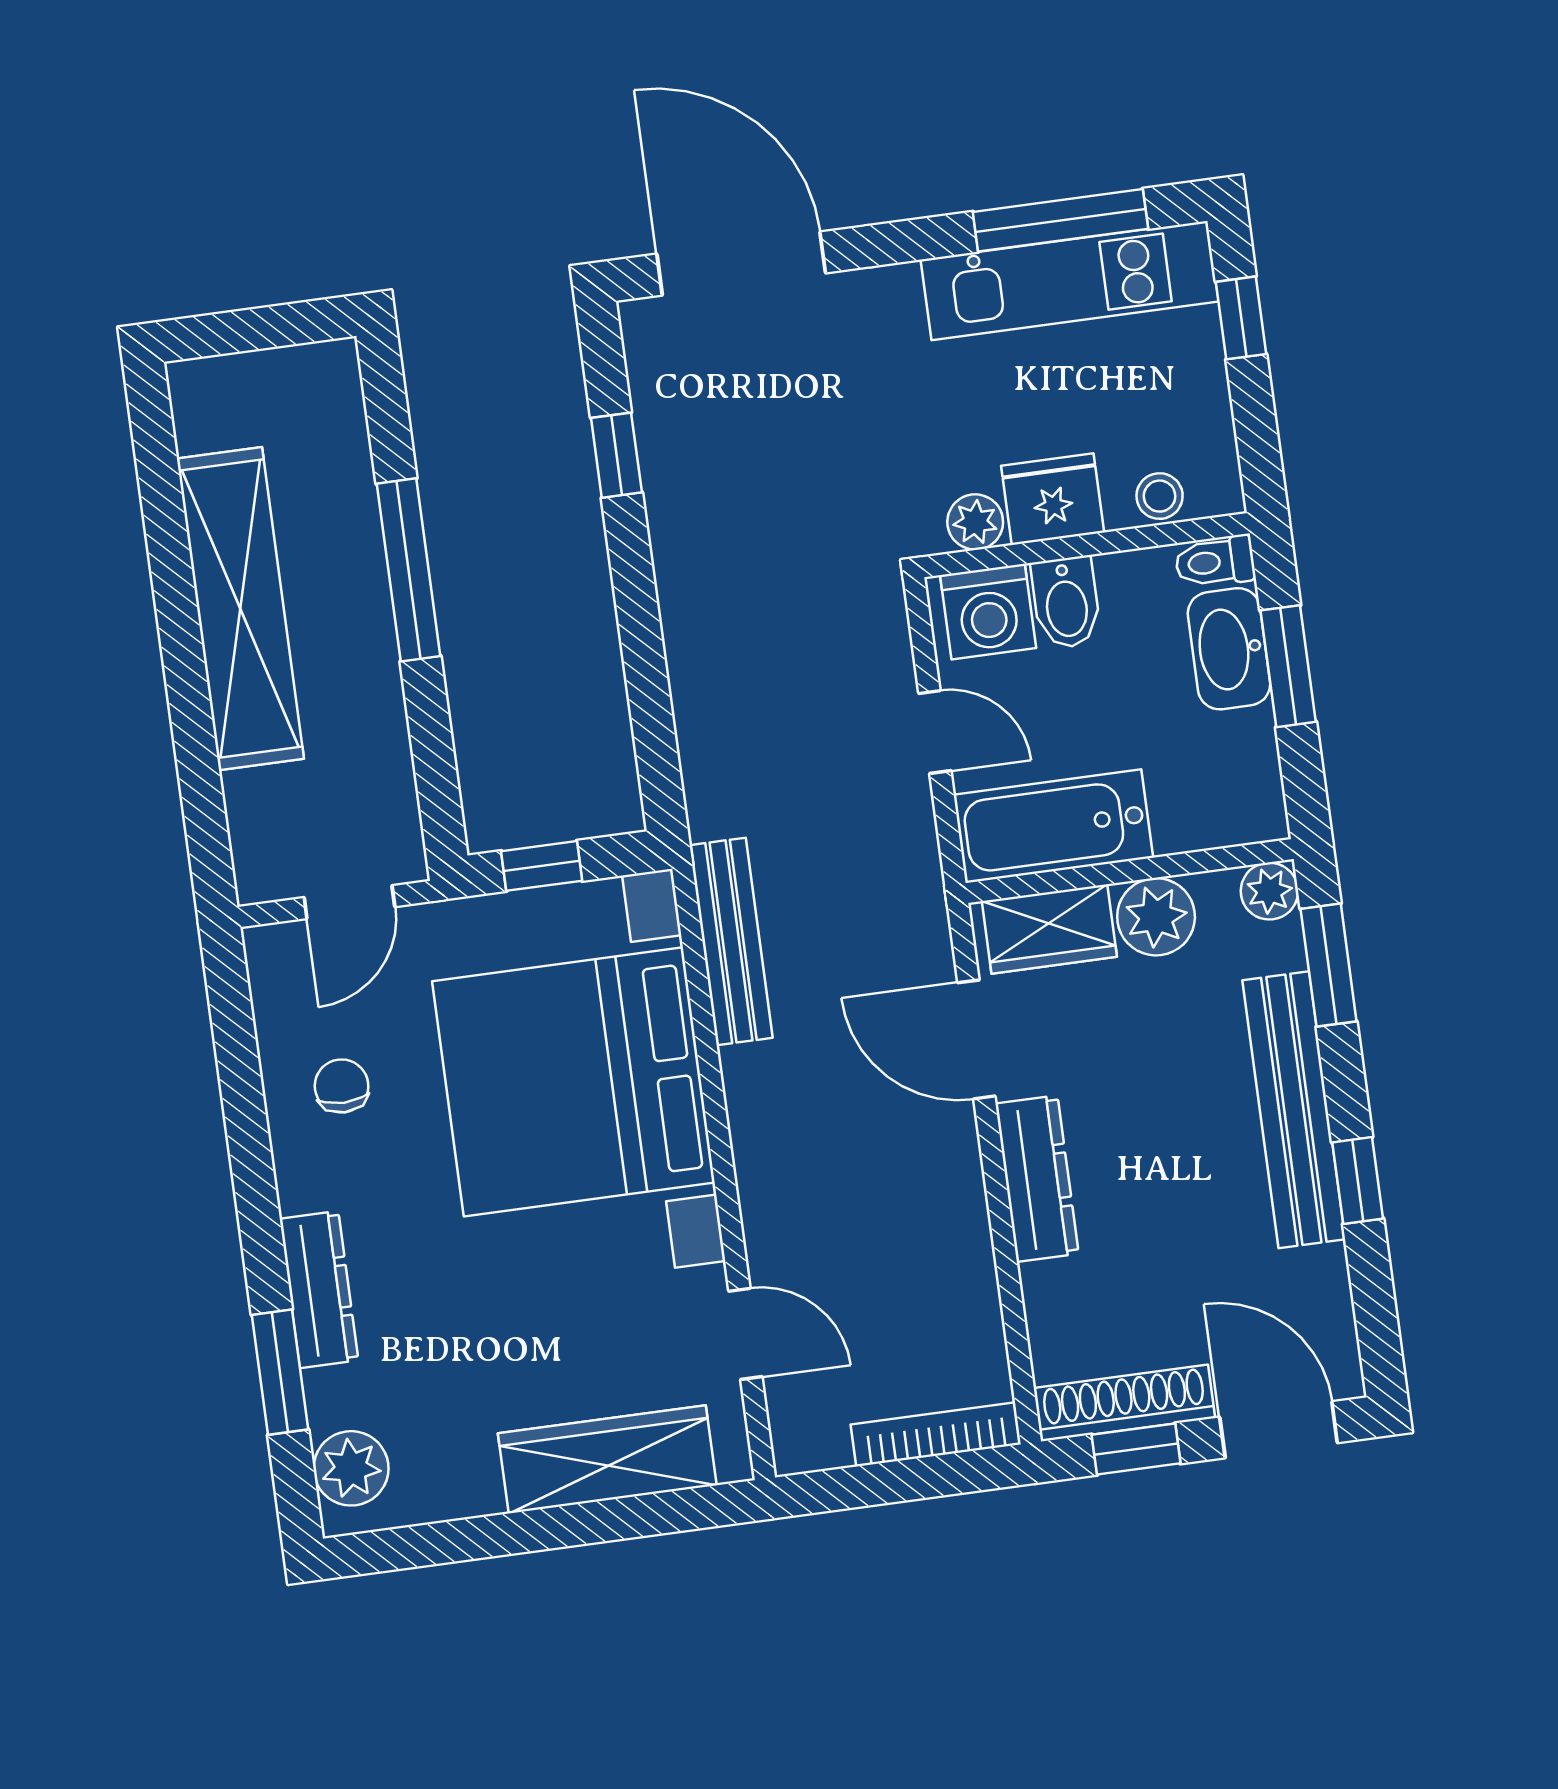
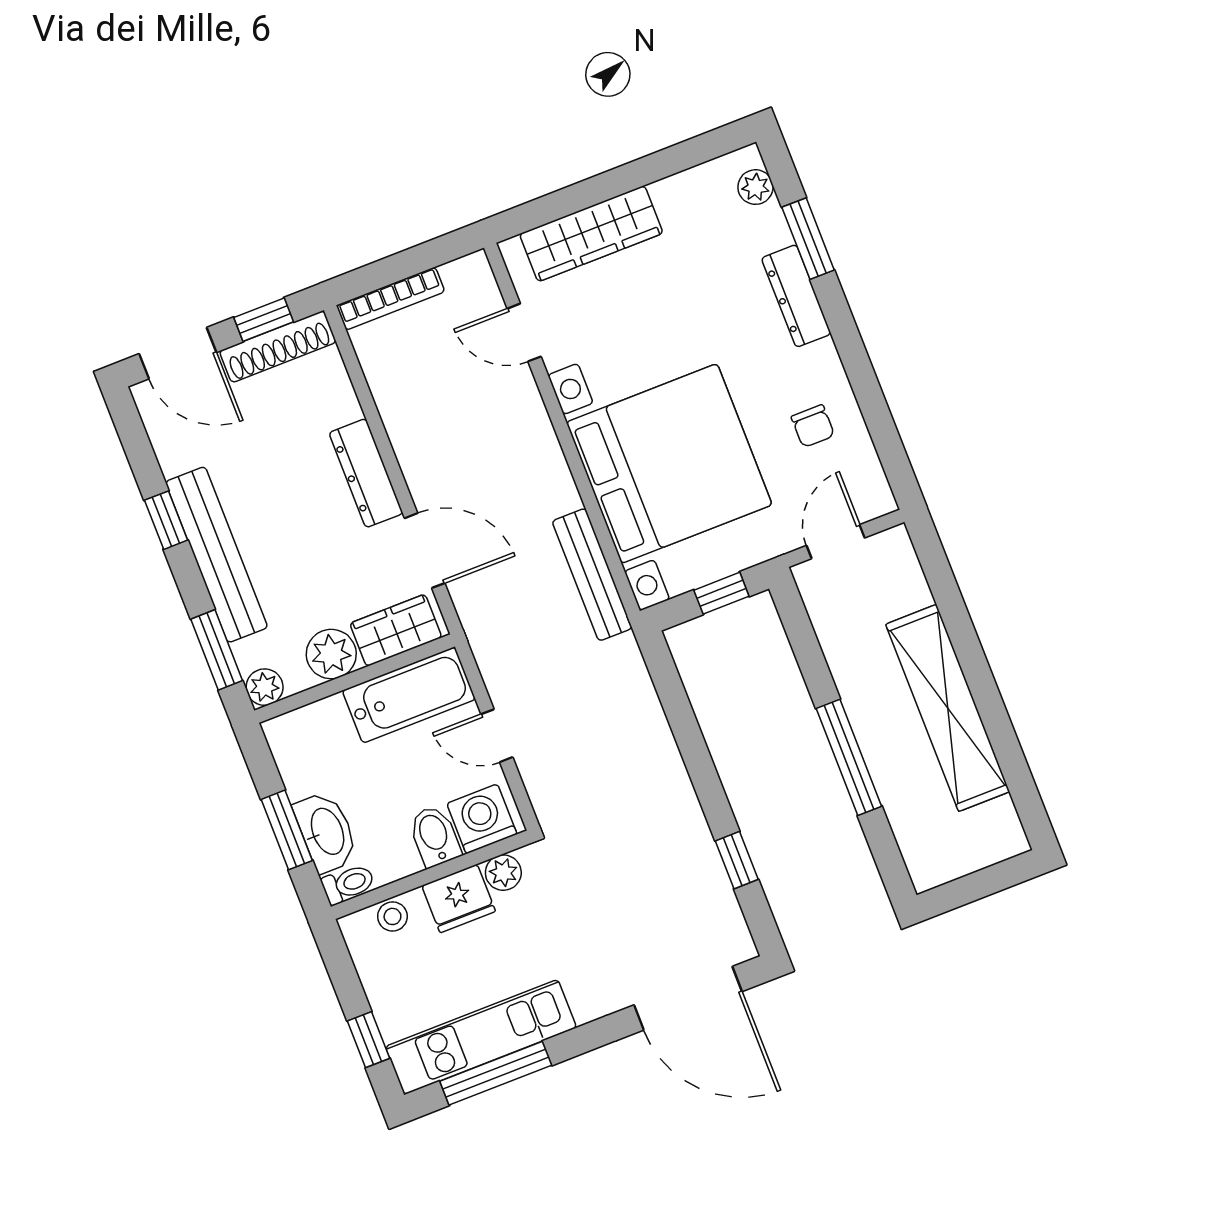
plant: (351, 1468) -> (755, 187), width x0.73, depth x0.73

